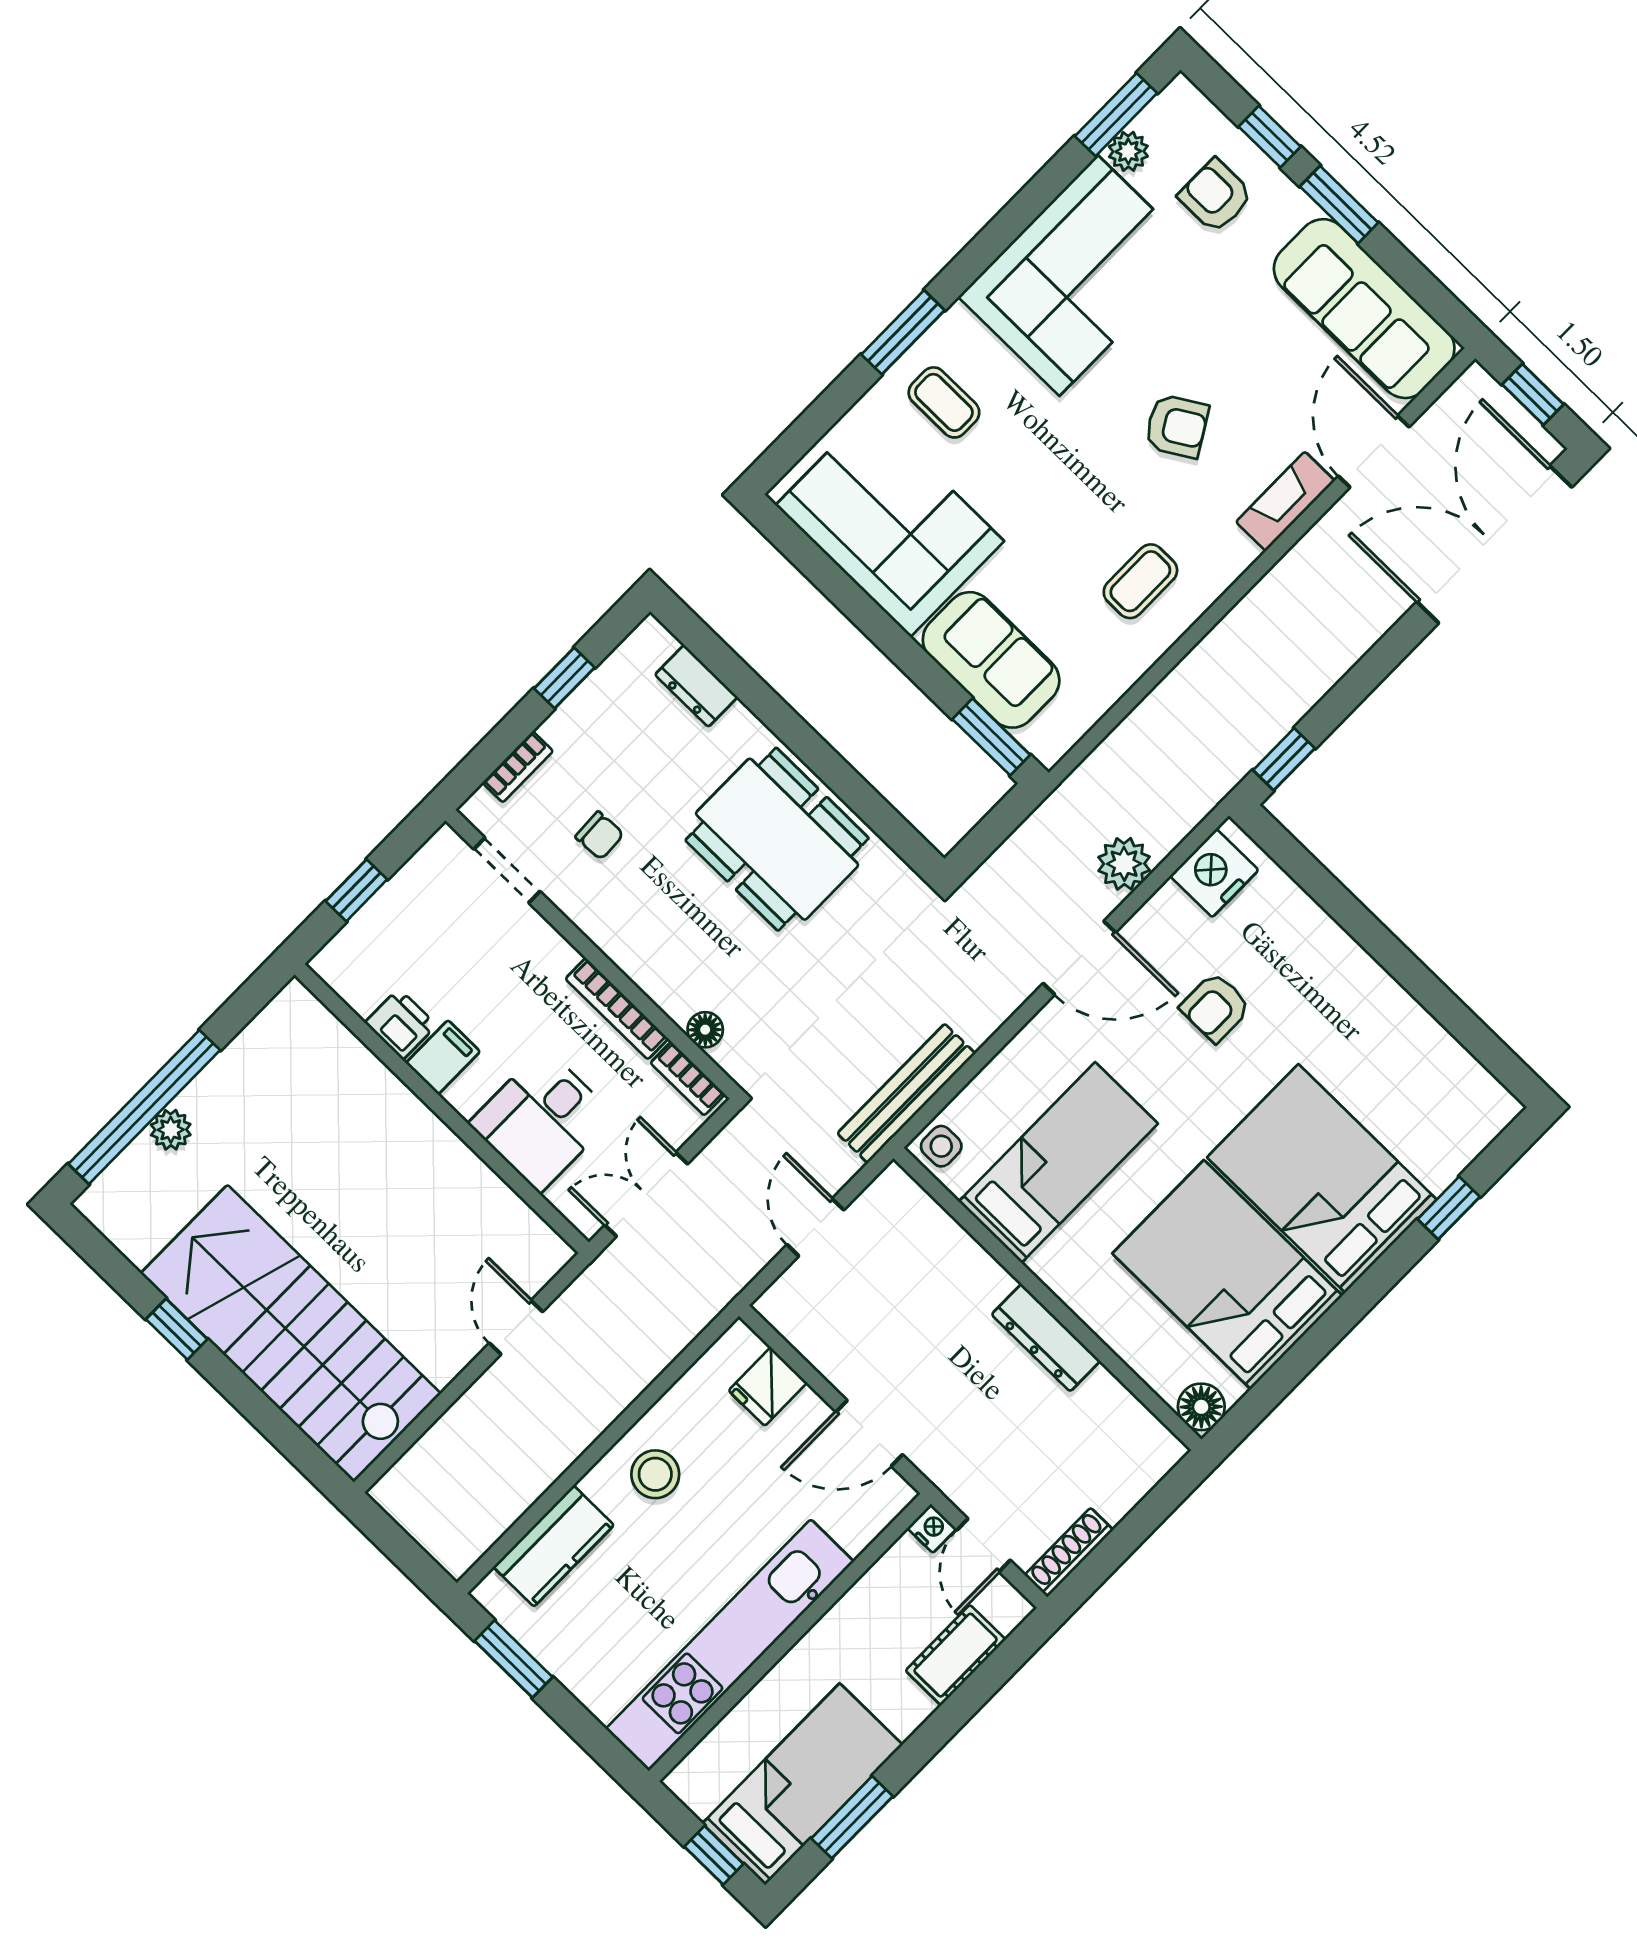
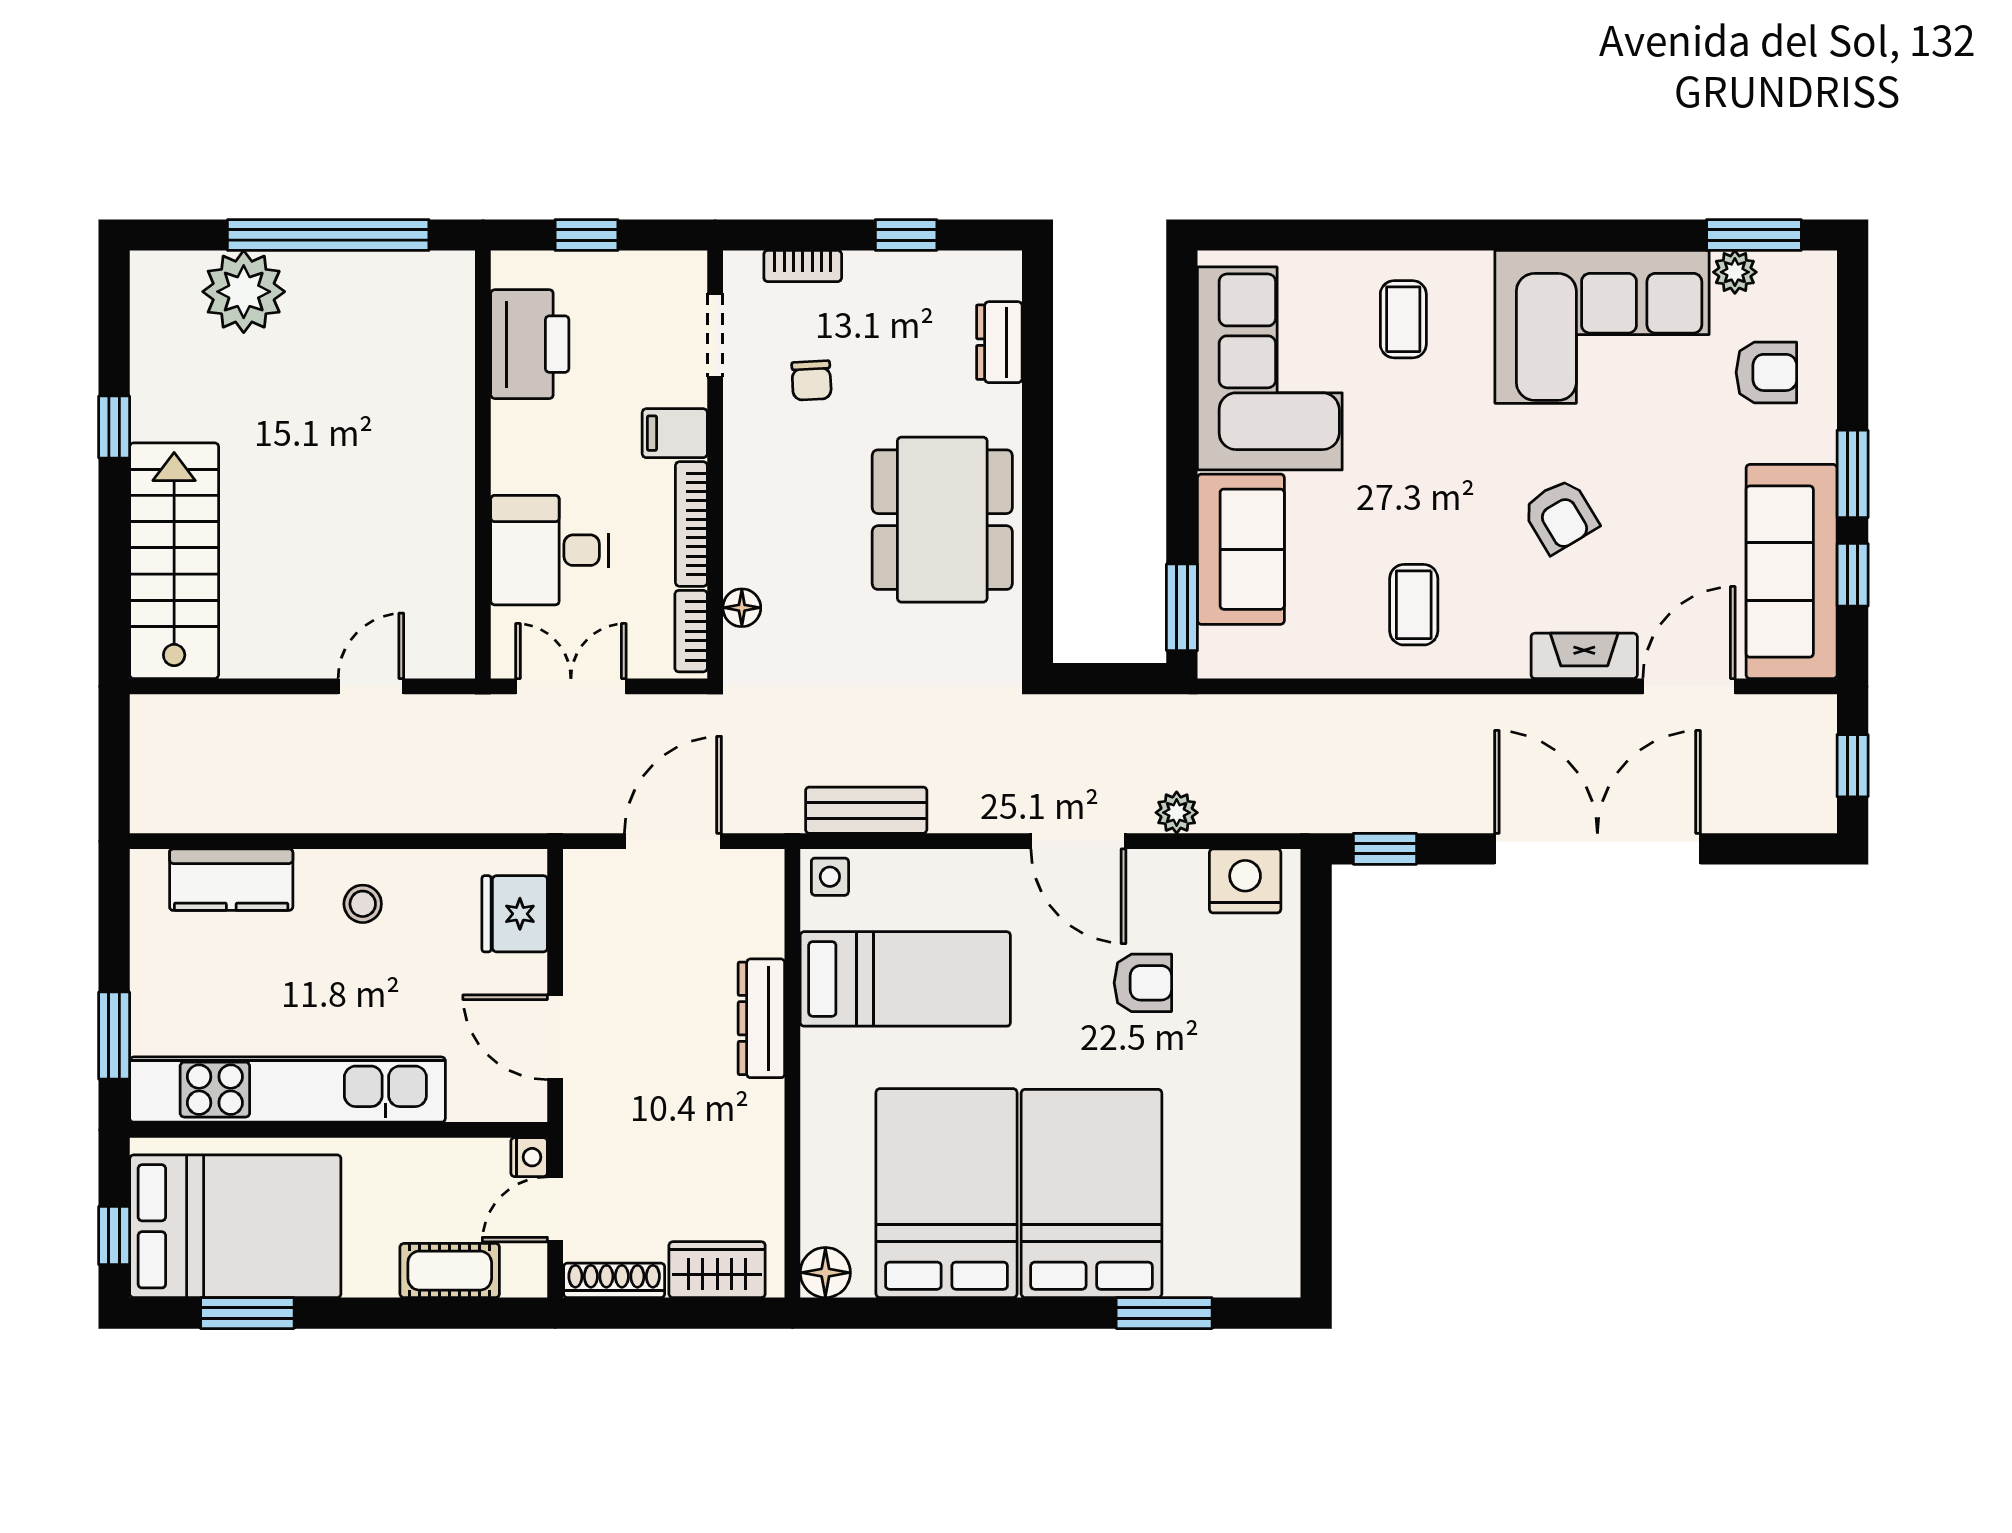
window: (1270, 137) -> (1853, 575), moved
armchair: (1216, 196) -> (1766, 372), turned 90
window: (903, 332) -> (1426, 235), removed
double door: (1494, 544) -> (1597, 849), moved
coffee table: (1140, 581) -> (1414, 605), turned 90
plant: (1124, 864) -> (1177, 813), width x0.73, depth x0.73
armchair: (1215, 1007) -> (1143, 983), turned 180
printer: (401, 1024) -> (530, 344), width x1.87, depth x1.48
filing cabinet: (443, 1057) -> (675, 433), moved, turned 180
bench: (906, 1093) -> (866, 810), width x0.73
window: (144, 1107) -> (328, 235), moved
plant: (171, 1130) -> (244, 292), width x1.88, depth x1.88
window: (1449, 1208) -> (1164, 1313), width x1.50
door: (815, 1227) -> (673, 841), width x1.38
stairs: (291, 1333) -> (174, 561), width x0.73, depth x0.66
dresser: (1046, 1338) -> (761, 1018), moved
fridge: (768, 1387) -> (515, 914), width x1.38
stool: (655, 1474) -> (363, 904), width x0.73, depth x0.73
wardrobe: (1129, 1477) -> (717, 1270), added
window: (514, 1659) -> (114, 1036), moved
bed: (802, 1784) -> (235, 1226), width x1.50

